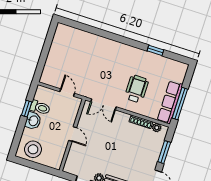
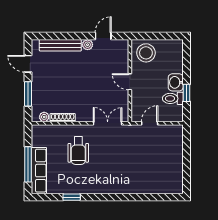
door: (67, 93) -> (150, 123), swing flipped
row of seats: (170, 102) -> (39, 171), moved
window: (180, 104) -> (28, 164), moved
stool: (33, 149) -> (146, 53), moved

